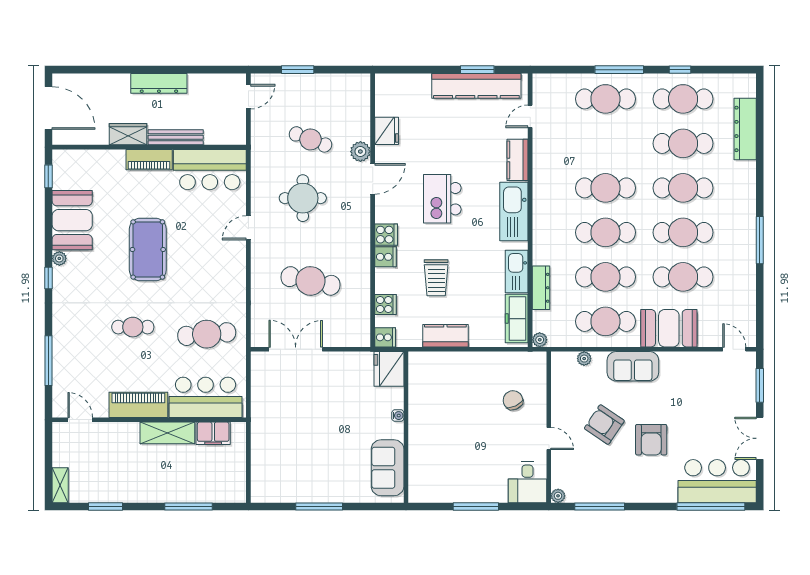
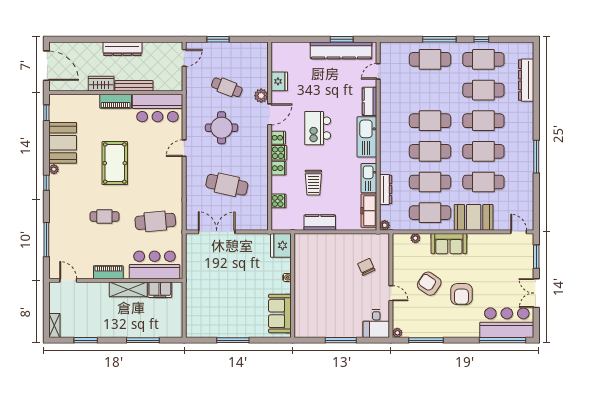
cooker: (385, 337) -> (278, 138), moved
piano: (138, 405) -> (108, 272), width x0.73, depth x0.75

